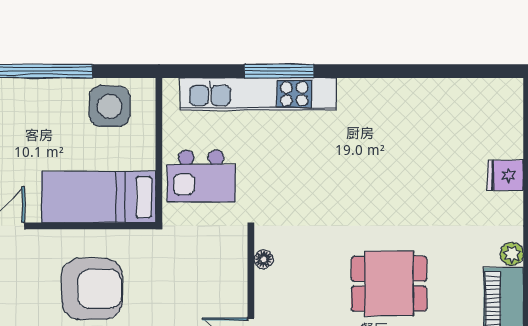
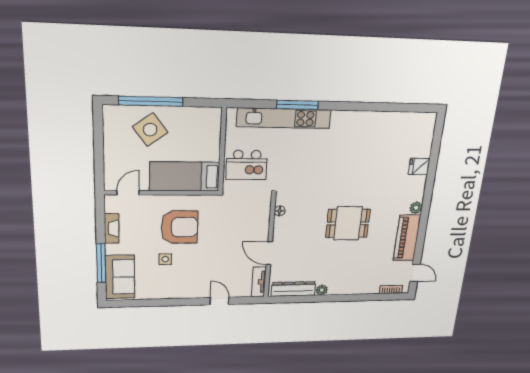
side table: (110, 106) -> (150, 130), moved, turned -36

